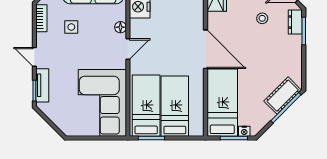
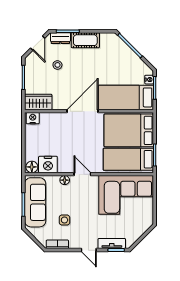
door: (34, 57) -> (89, 250), hinge flipped
cot: (283, 96) -> (85, 40), moved, turned -45
bed: (175, 106) -> (129, 130), width x1.50

